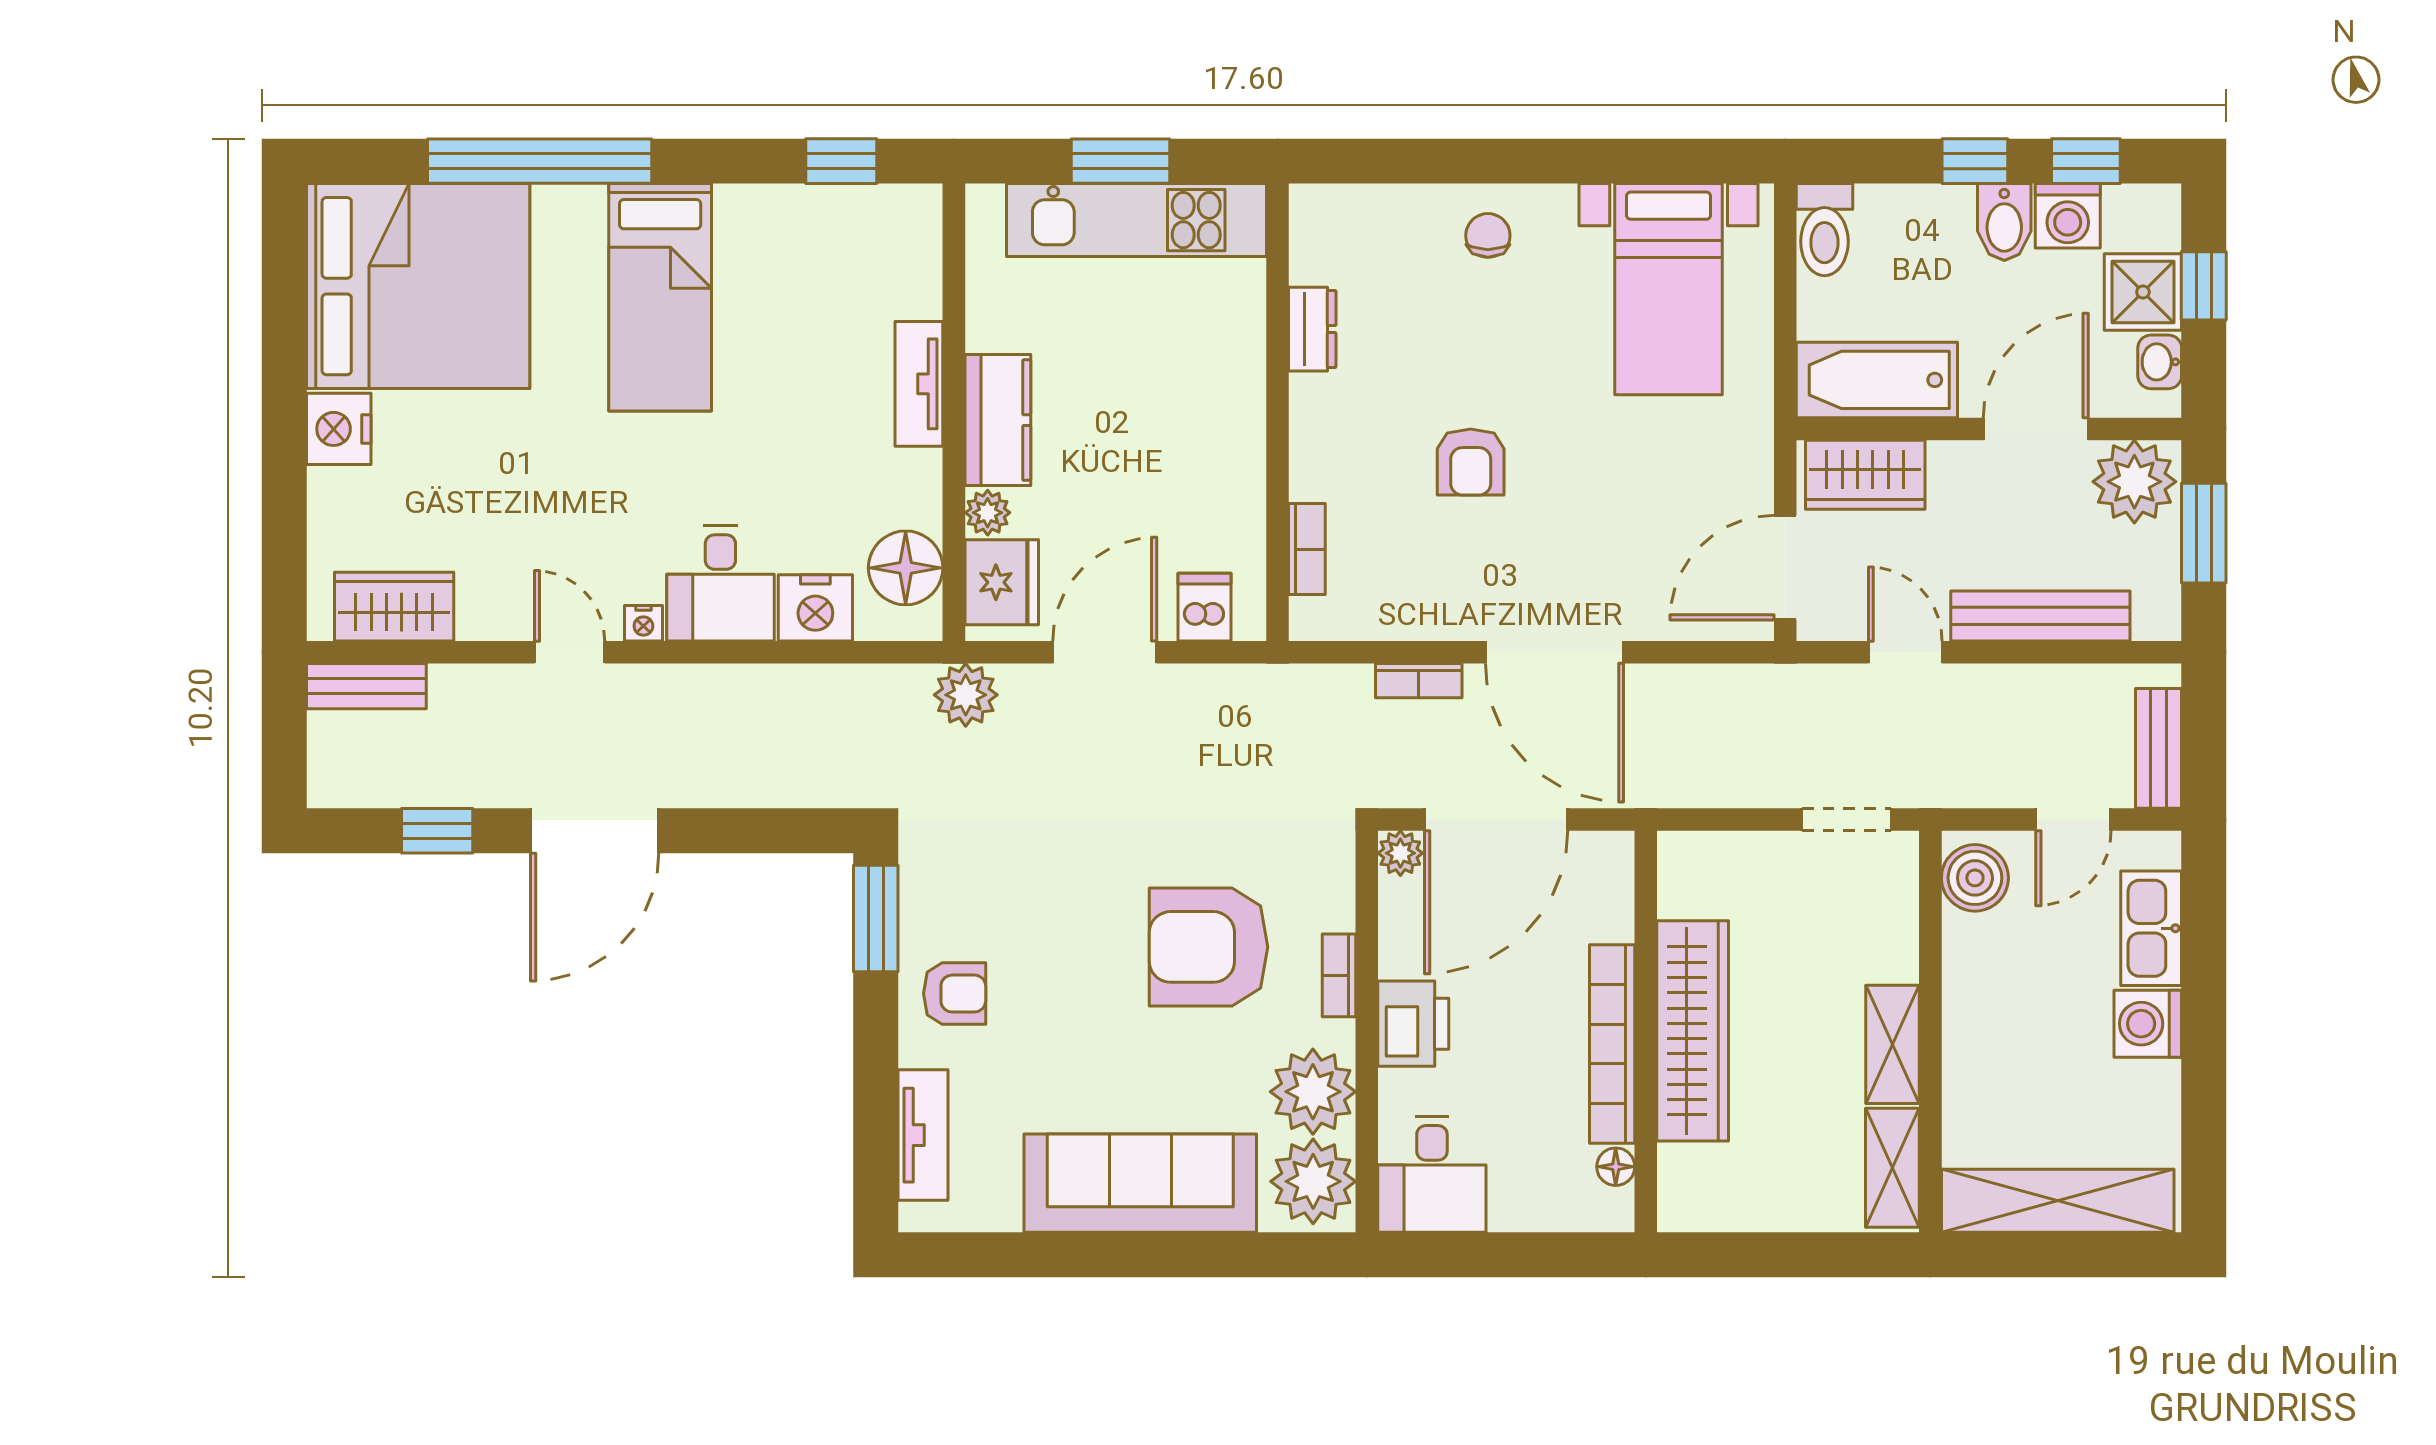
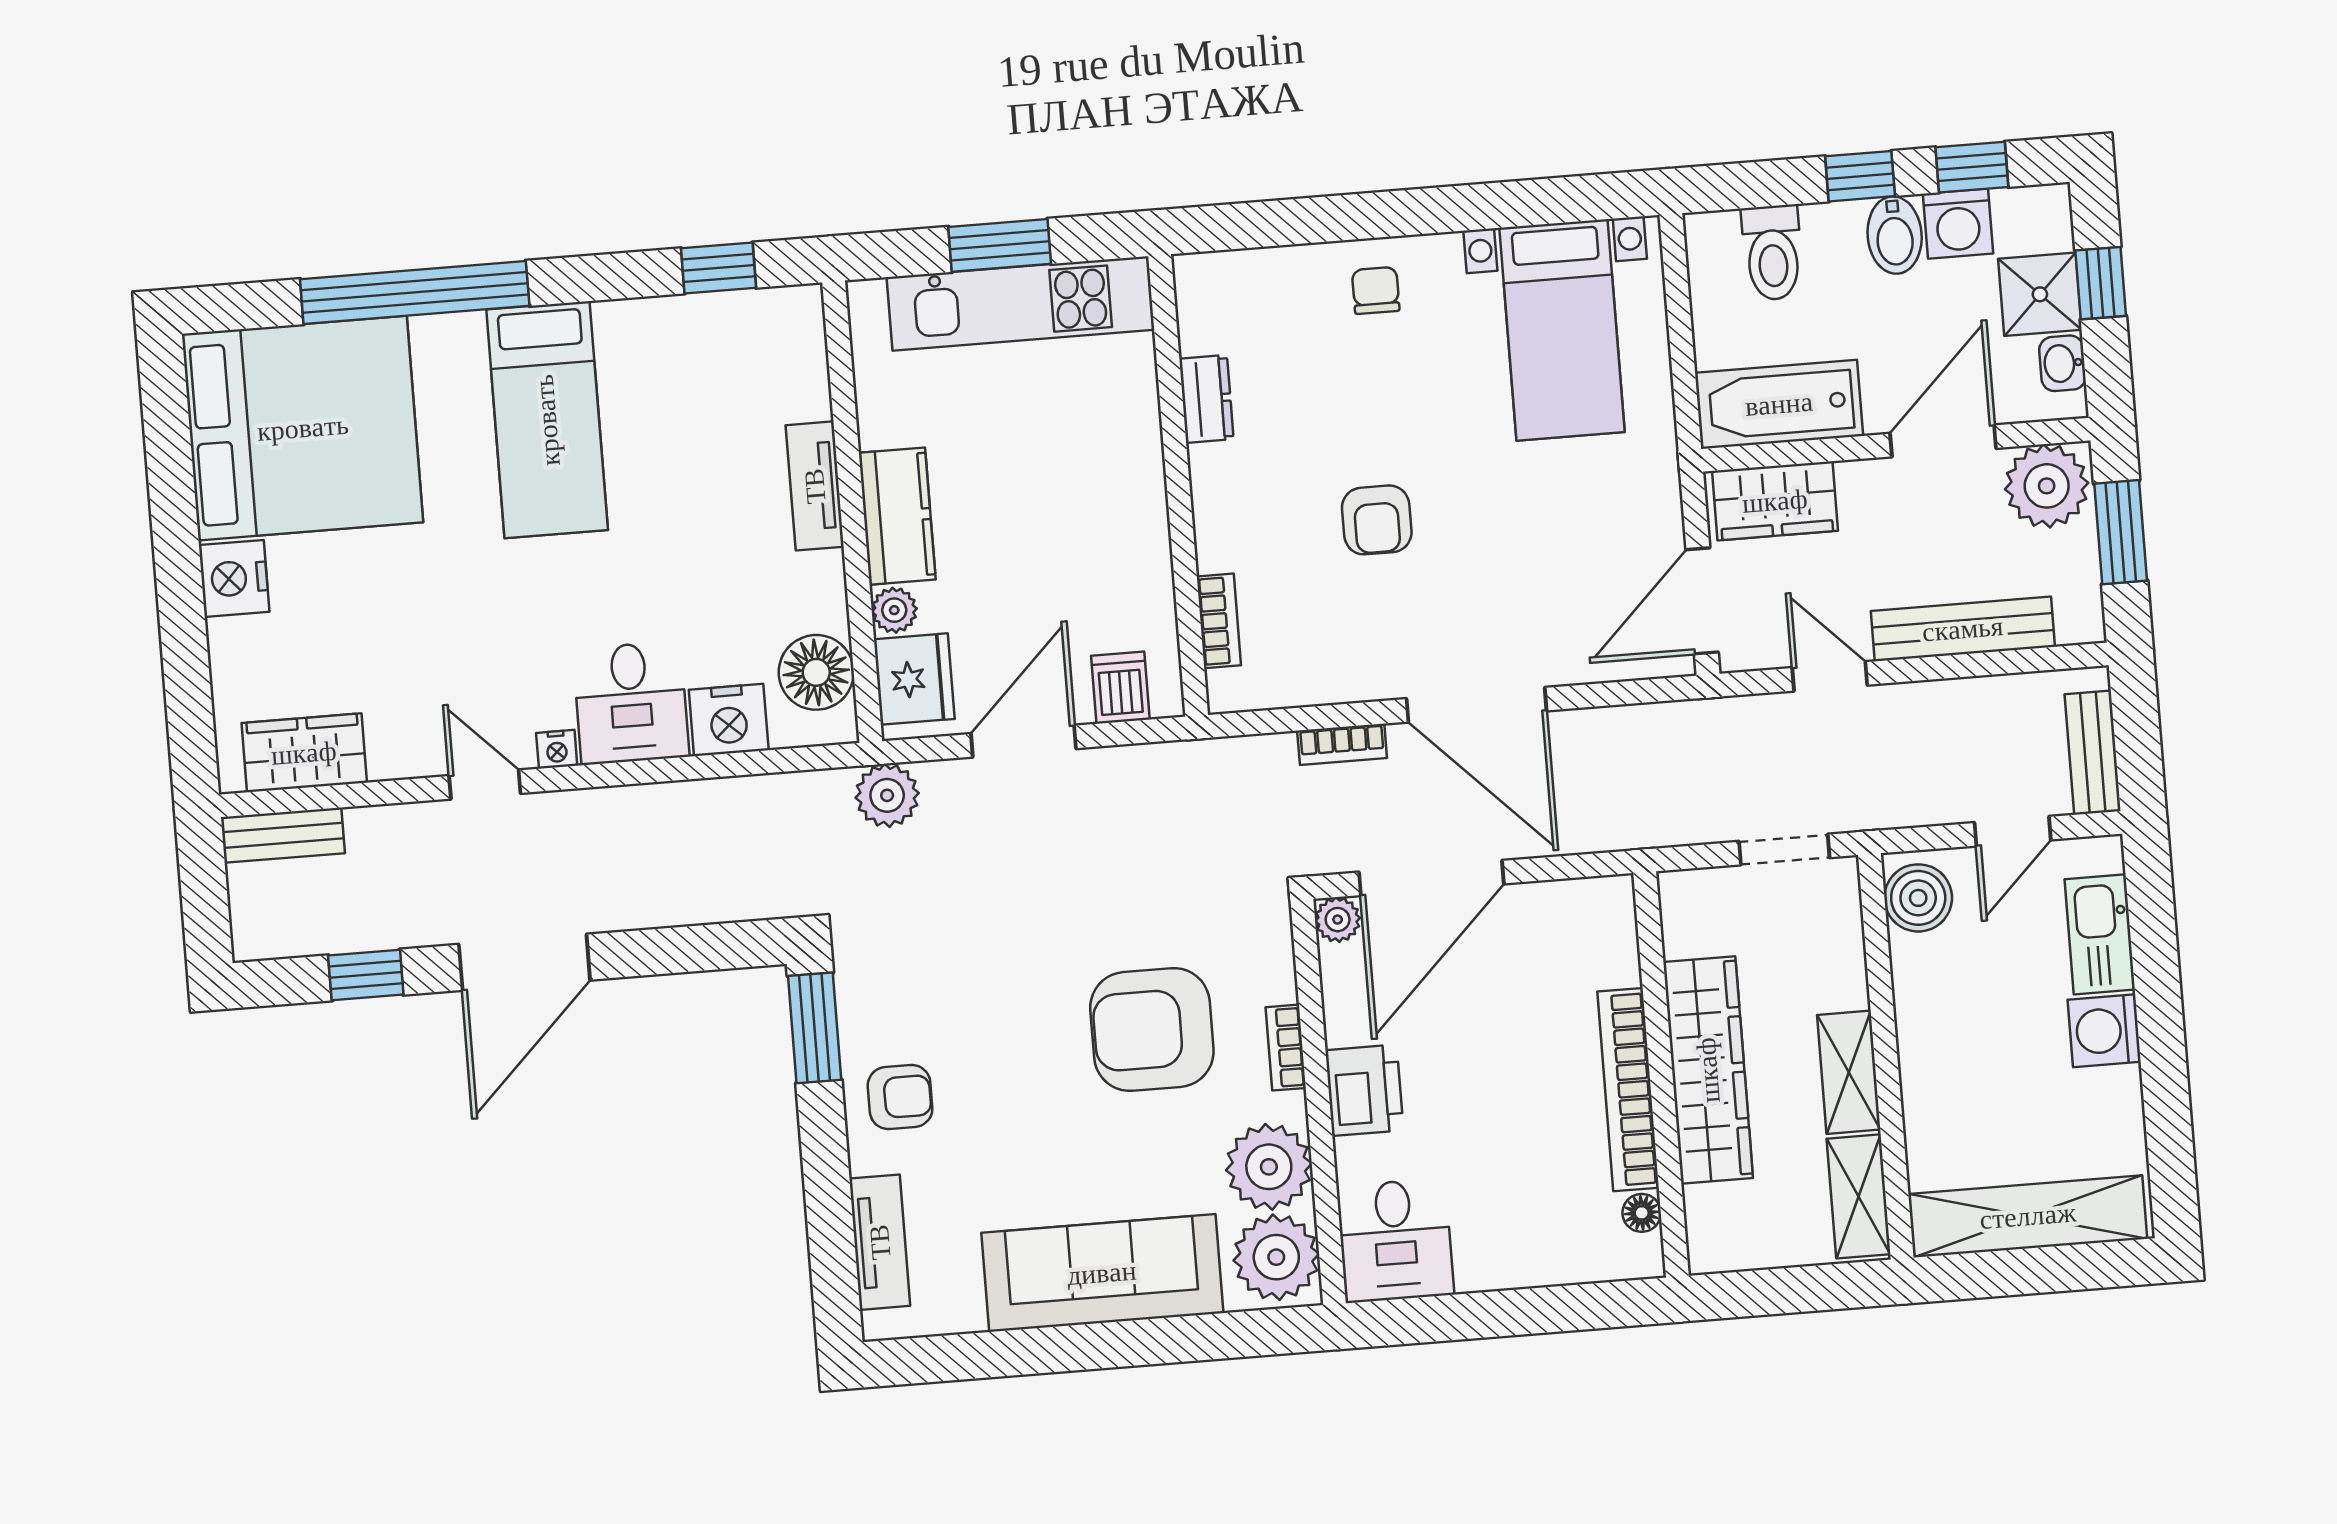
toilet: (1824, 230) -> (1772, 253), moved
wardrobe: (1693, 1031) -> (1708, 1070), moved
wall: (1646, 1032) -> (1661, 1074), moved
bookcase: (1612, 1044) -> (1628, 1090), moved
floor lamp: (1616, 1167) -> (1642, 1213), moved

